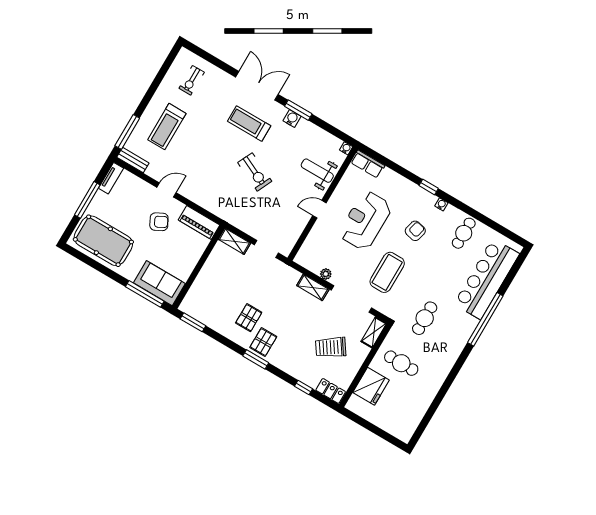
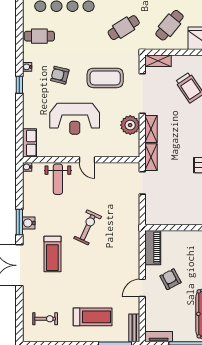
door: (166, 190) -> (142, 288), hinge flipped
shelving: (234, 241) -> (151, 157), moved
plant: (326, 274) -> (130, 125), width x1.88, depth x1.88
cafe table: (425, 318) -> (124, 28), turned -31
cafe table: (401, 363) -> (170, 25), turned 40

